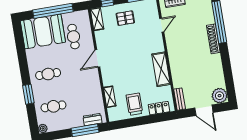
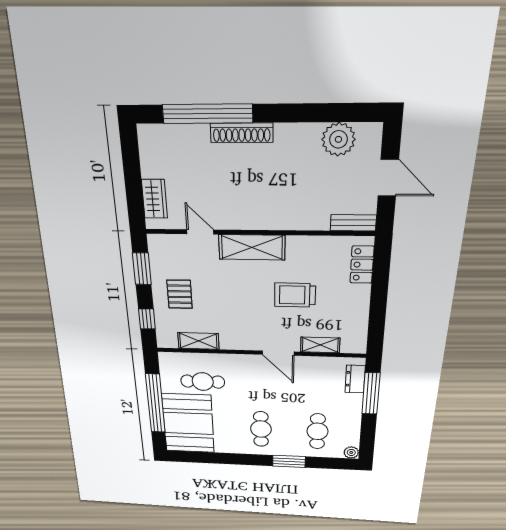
shelving: (97, 19) -> (198, 341), moved
door: (97, 58) -> (278, 353), moved
shelving: (161, 69) -> (252, 247), moved
plant: (220, 96) -> (338, 139), moved
trolley: (134, 104) -> (295, 295), moved
door: (204, 110) -> (388, 178), hinge flipped

